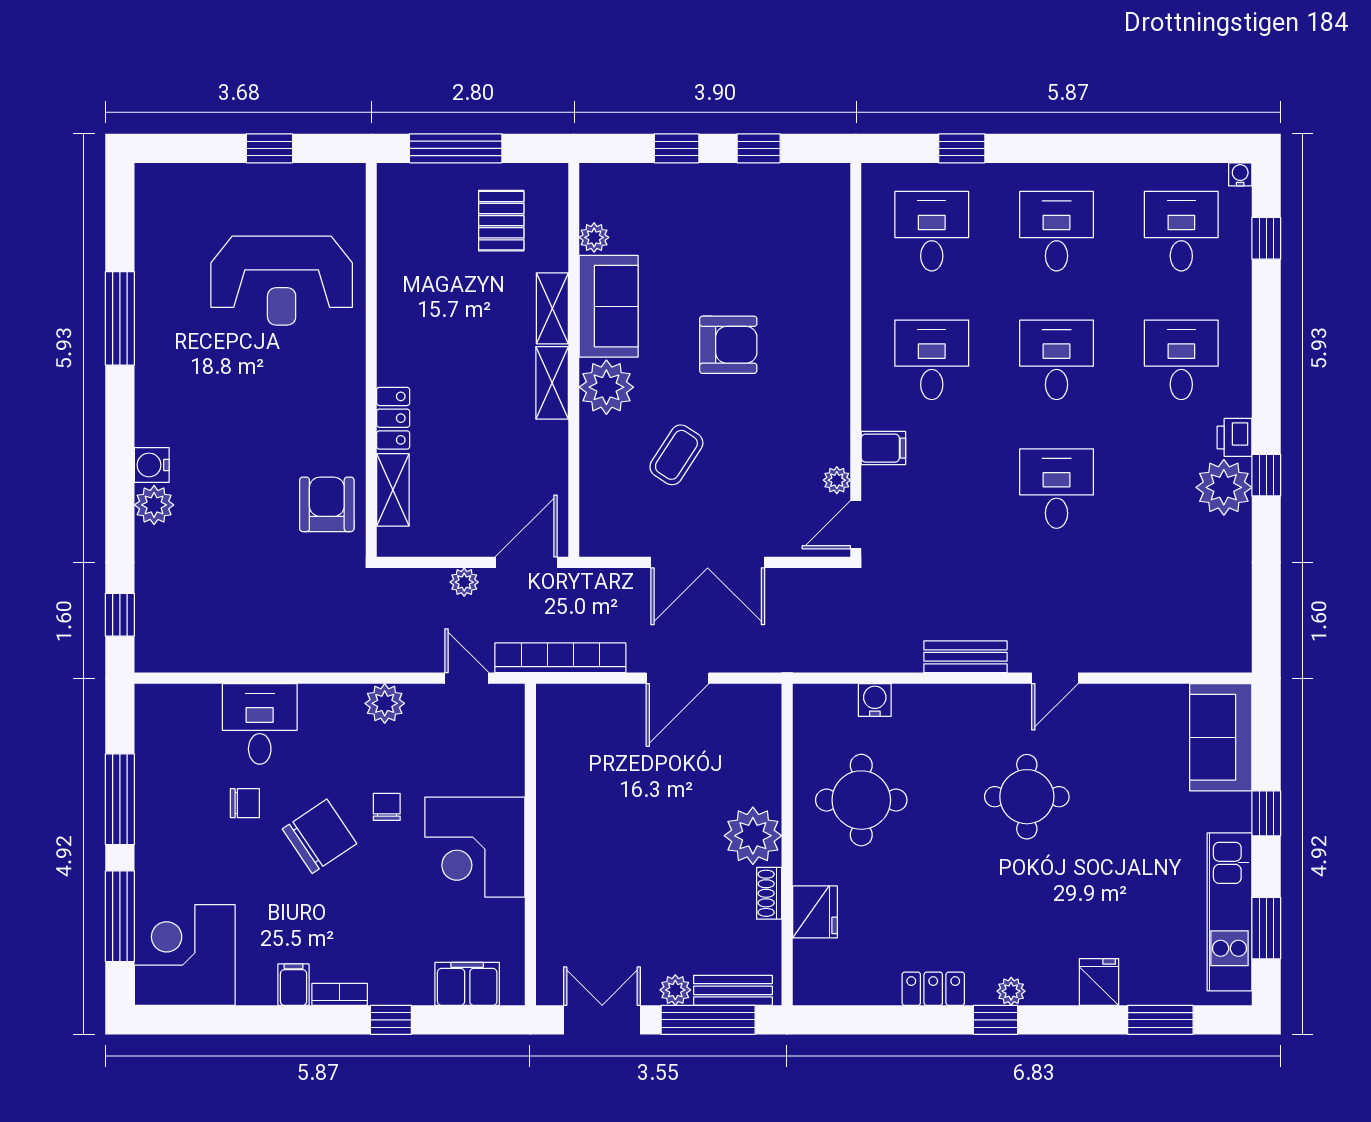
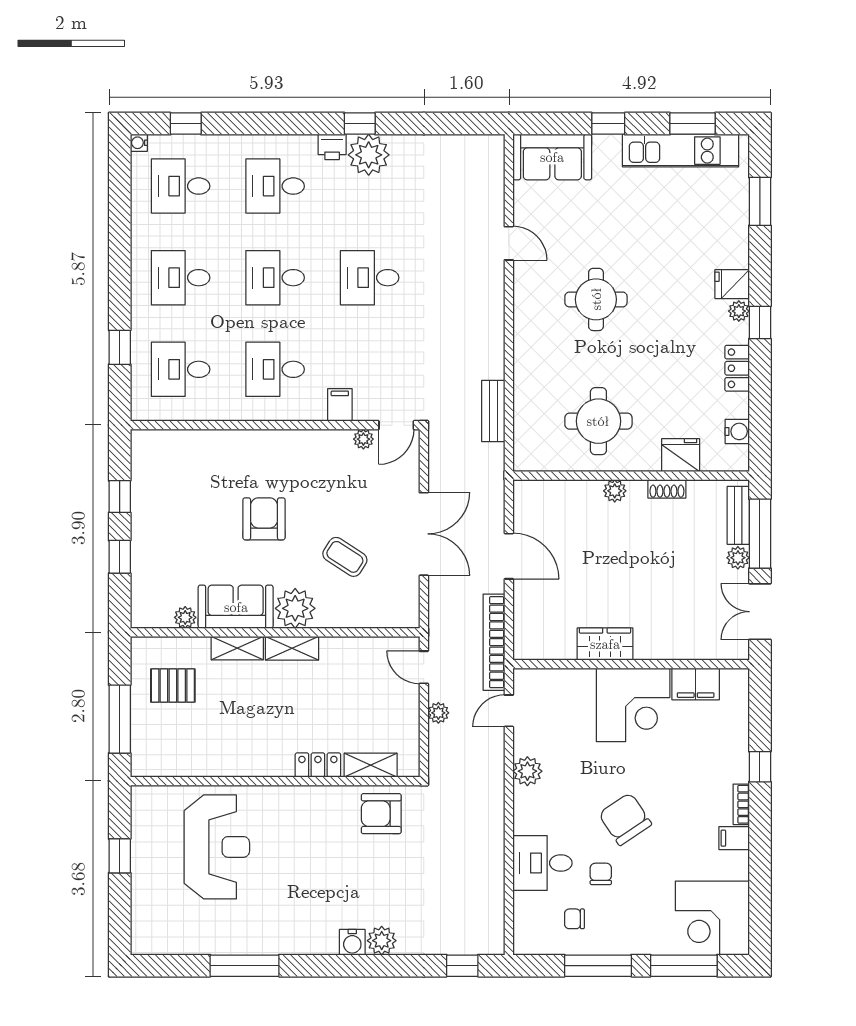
door: (856, 525) -> (396, 425), hinge flipped
door: (526, 562) -> (424, 667), width x0.73
bench: (965, 657) -> (493, 411), moved
door: (1055, 678) -> (509, 243), moved
water cooler: (875, 700) -> (737, 431), moved, turned 180
chair: (387, 807) -> (574, 919), moved
wardrobe: (558, 809) -> (605, 644), added
plant: (753, 836) -> (615, 491), width x0.53, depth x0.53
fridge: (1099, 982) -> (732, 284), moved
filing cabinet: (467, 984) -> (696, 684), moved, turned -90

